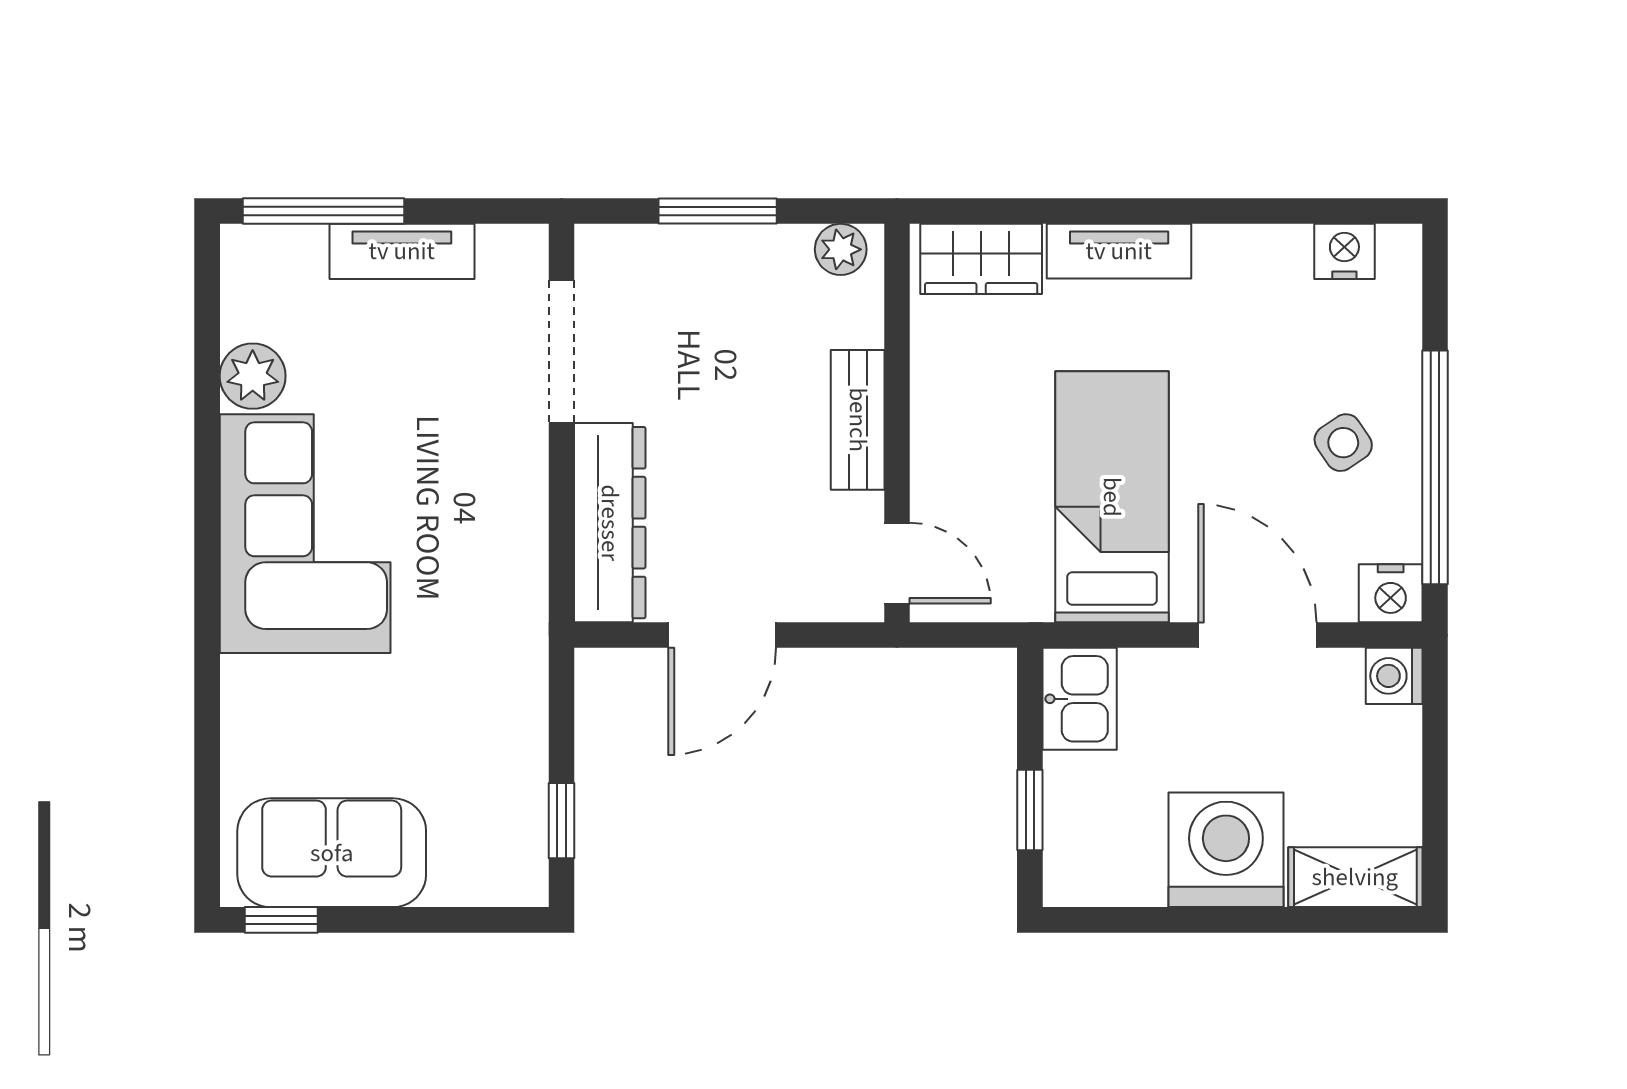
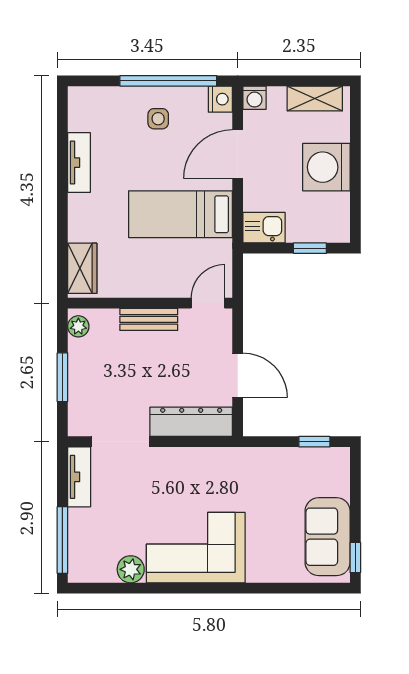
tv unit: (402, 251) -> (79, 477), moved
tv unit: (1119, 251) -> (79, 163), moved
nightstand: (1344, 251) -> (79, 118), removed
side table: (1343, 443) -> (158, 119), turned 34
shelving: (1355, 877) -> (315, 98), moved, turned 90

